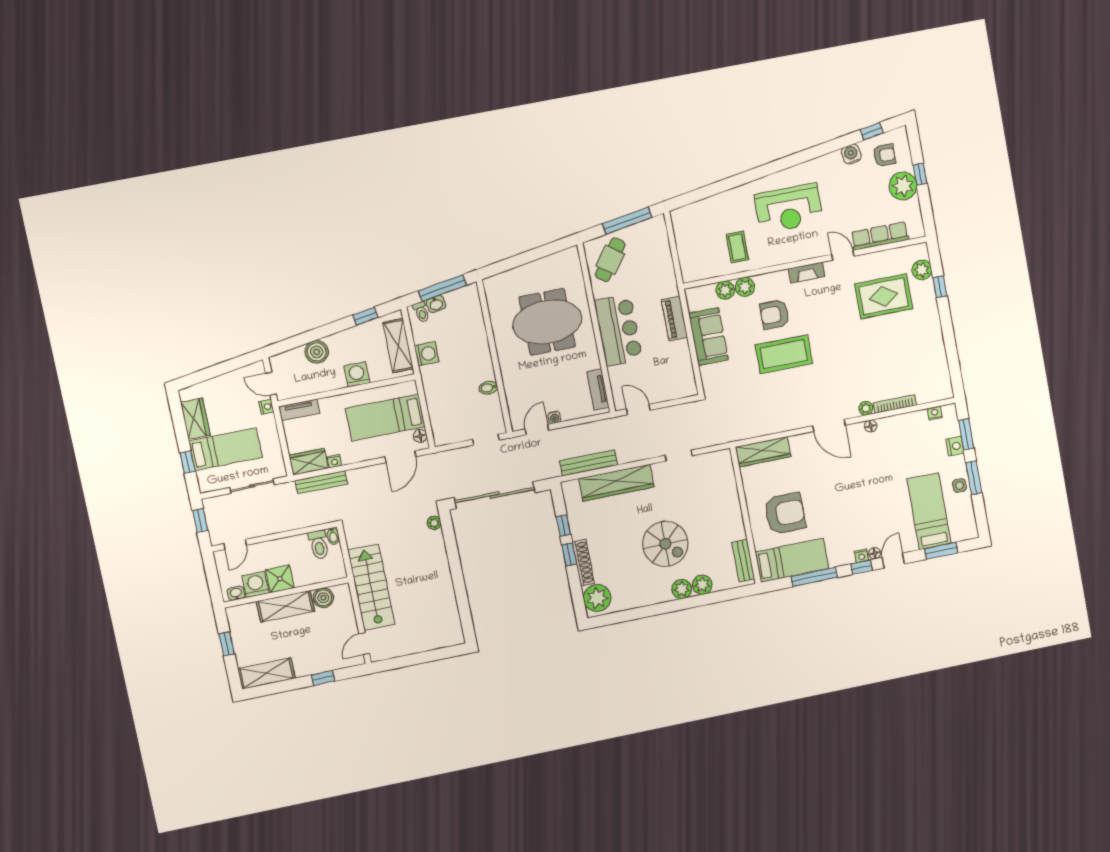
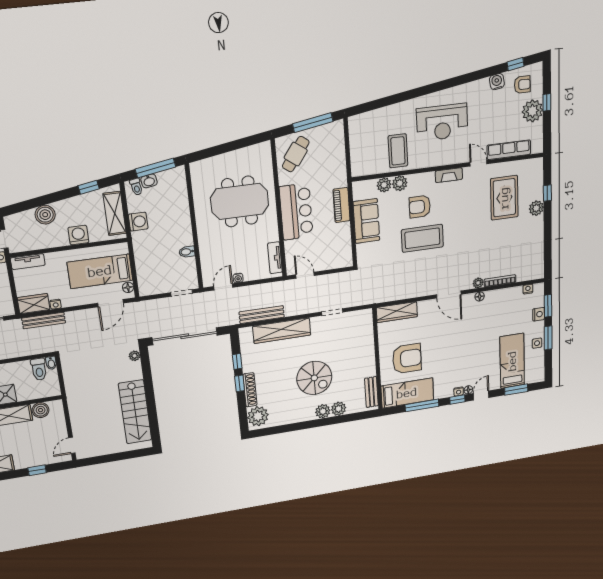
coffee table: (737, 247) -> (398, 151), width x1.36, depth x1.30
plant: (922, 270) -> (536, 208), moved
rug: (884, 296) -> (504, 198), turned 90
stairs: (371, 587) -> (135, 412), moved, turned 180

